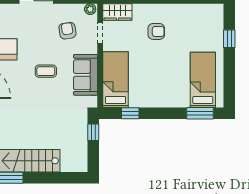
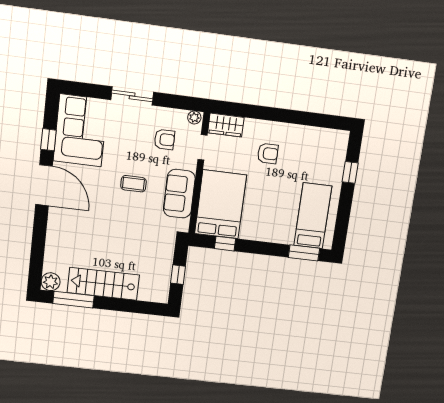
armchair: (67, 31) -> (164, 139), turned 99
bed: (116, 80) -> (221, 204), width x1.50
window: (93, 132) -> (178, 275), moved

